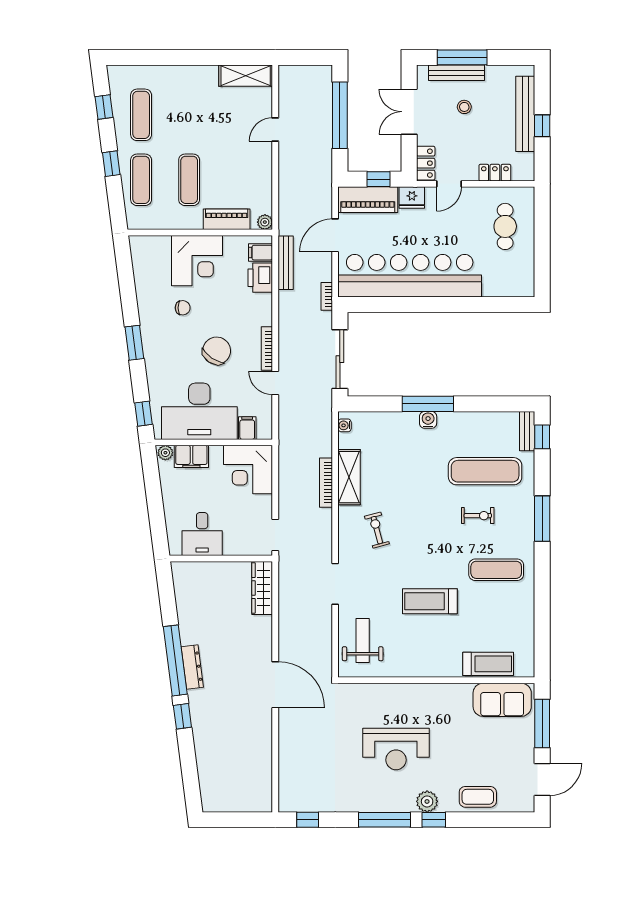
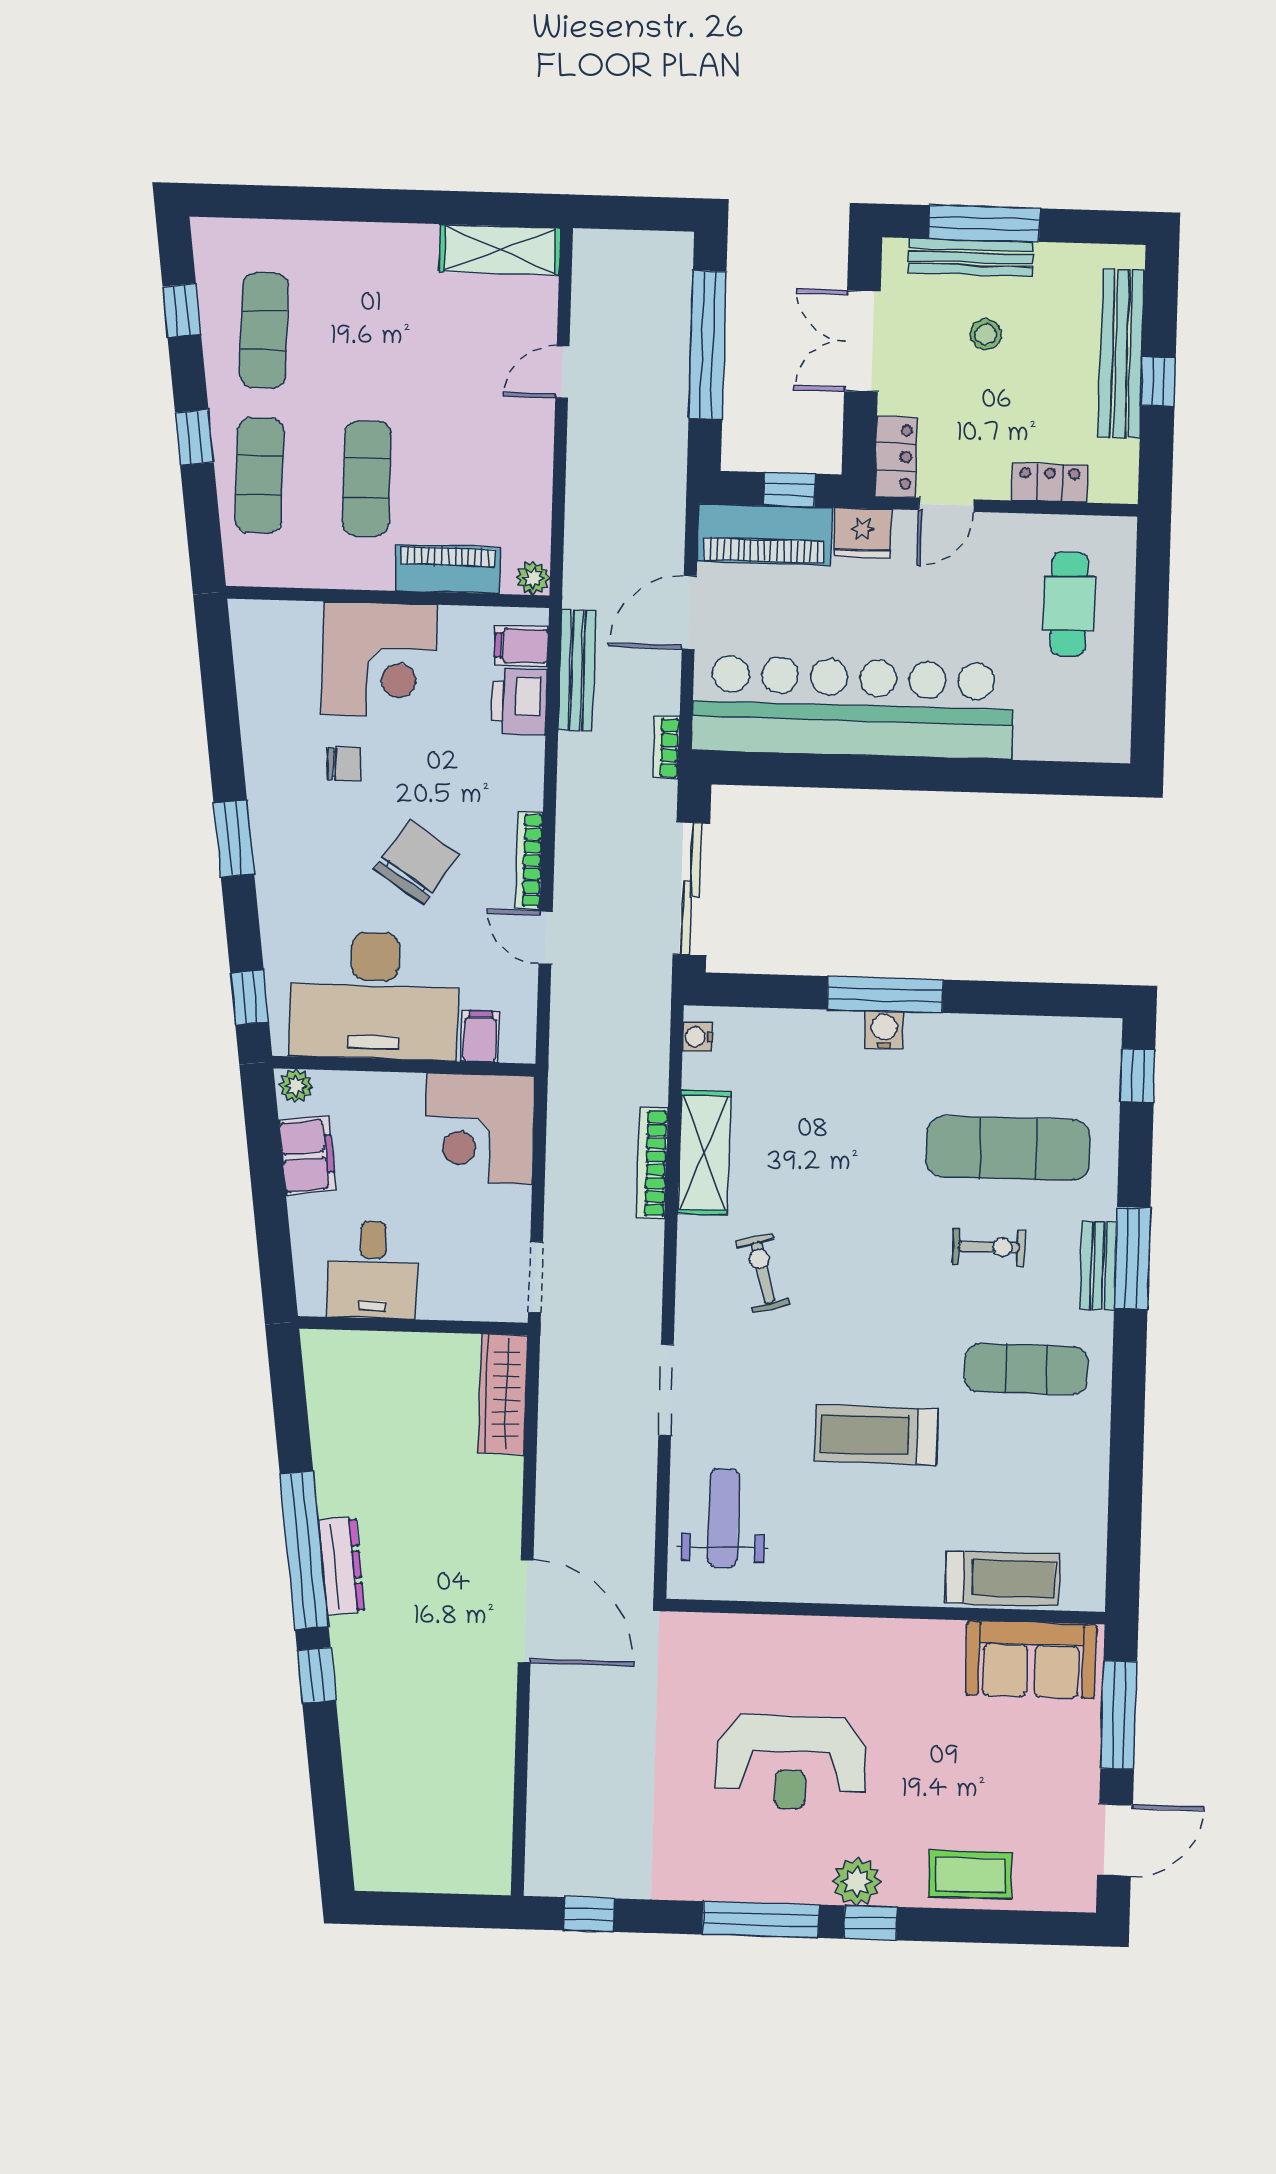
bench: (527, 431) -> (1098, 1266), moved
filing cabinet: (191, 456) -> (307, 1156), moved, turned -97

